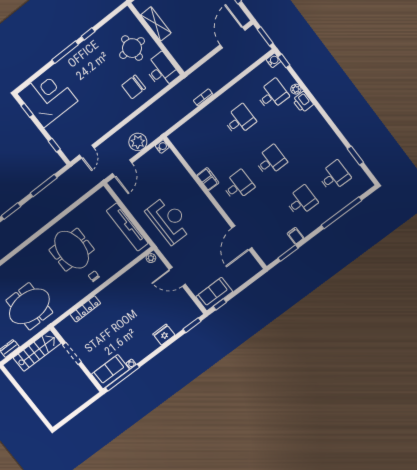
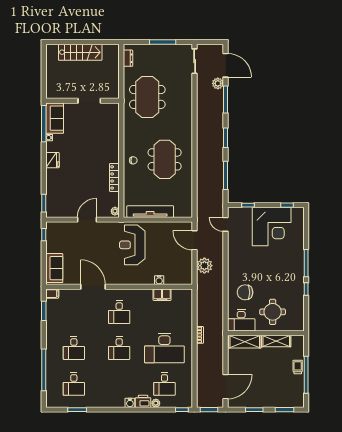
door: (233, 37) -> (226, 387), hinge flipped
shelving: (178, 52) -> (245, 342), added
water cooler: (274, 60) -> (130, 403), moved
chair: (134, 87) -> (245, 292), turned -90
corner desk: (47, 97) -> (272, 227), moved
desk: (240, 120) -> (164, 348), width x1.87, depth x1.30
water cooler: (162, 147) -> (159, 280), moved
filing cabinet: (208, 179) -> (162, 295), moved
reception desk: (169, 220) -> (132, 245), turned 90
filing cabinet: (295, 236) -> (52, 294), moved
door: (242, 238) -> (93, 287), moved
meeting table: (72, 250) -> (165, 159), turned 90
sofa: (214, 294) -> (54, 268), moved
locker: (85, 309) -> (114, 177), moved
fridge: (164, 335) -> (52, 160), moved
stairs: (37, 351) -> (80, 52), moved, turned -90

